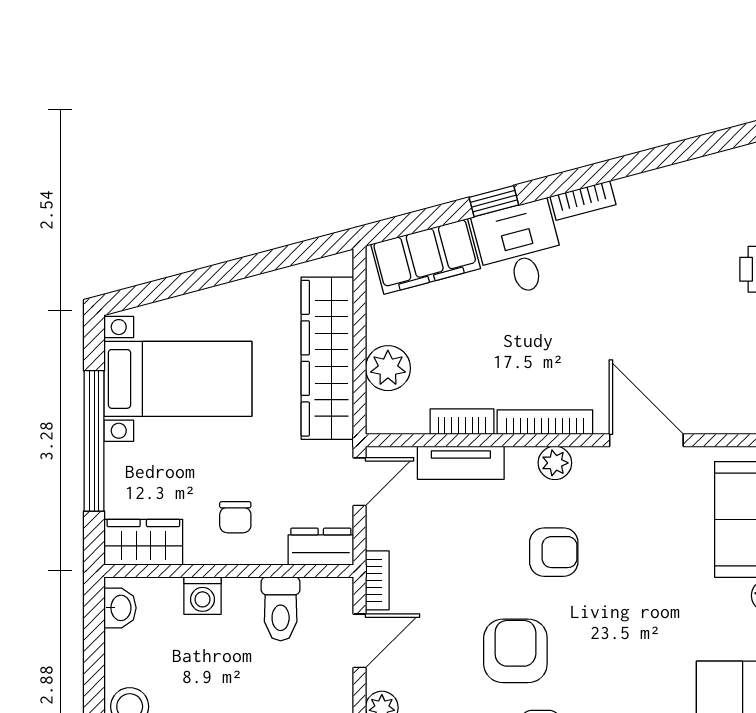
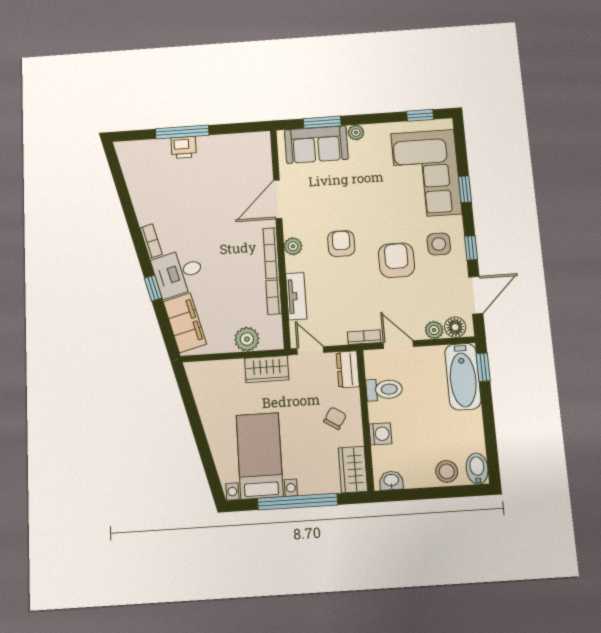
wardrobe: (327, 358) -> (267, 369), width x0.48, depth x0.85
chair: (235, 517) -> (335, 418), turned -58
armchair: (515, 651) -> (397, 260), turned 90

